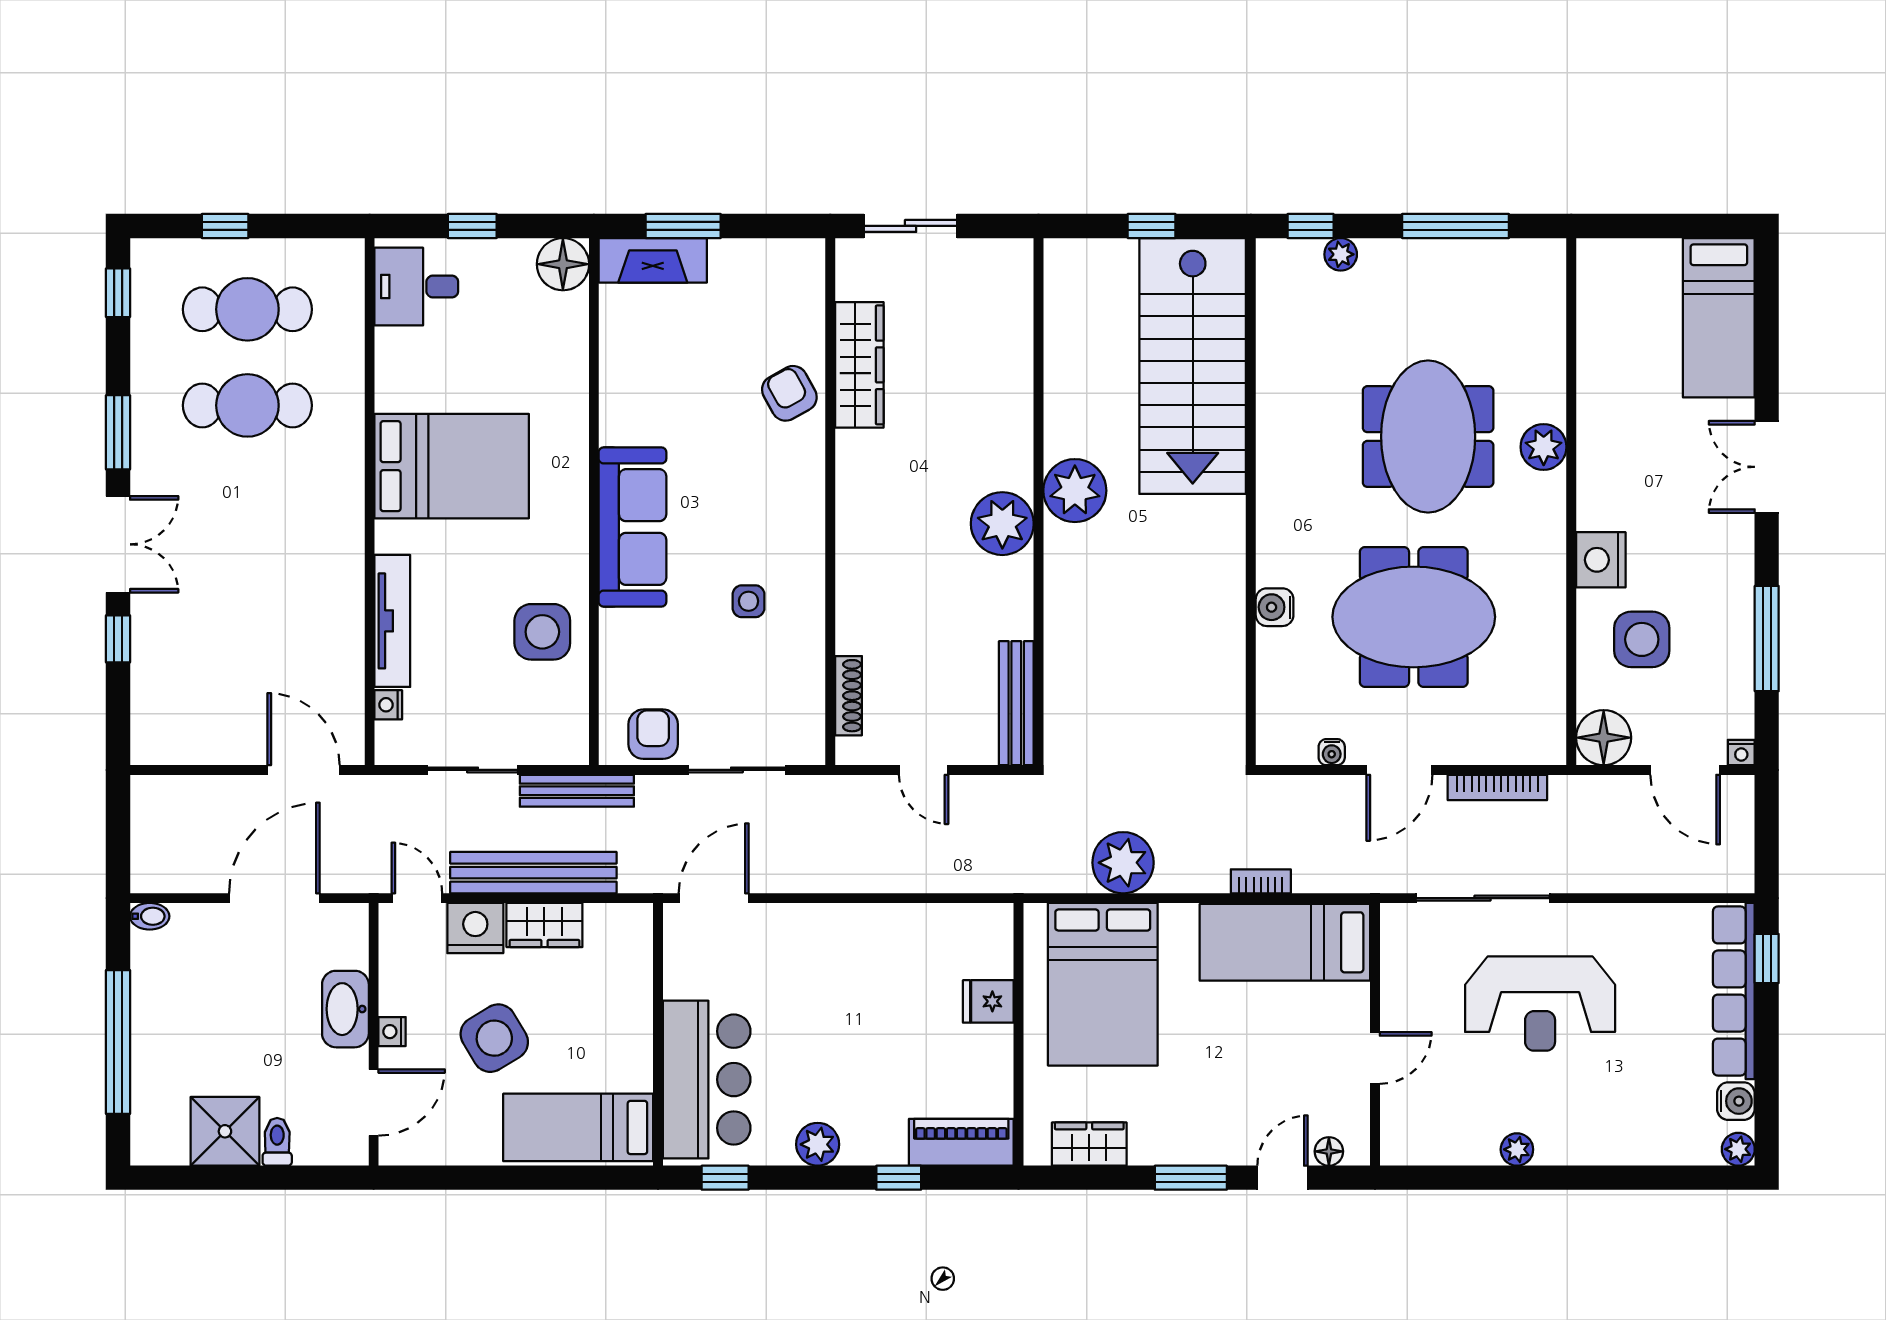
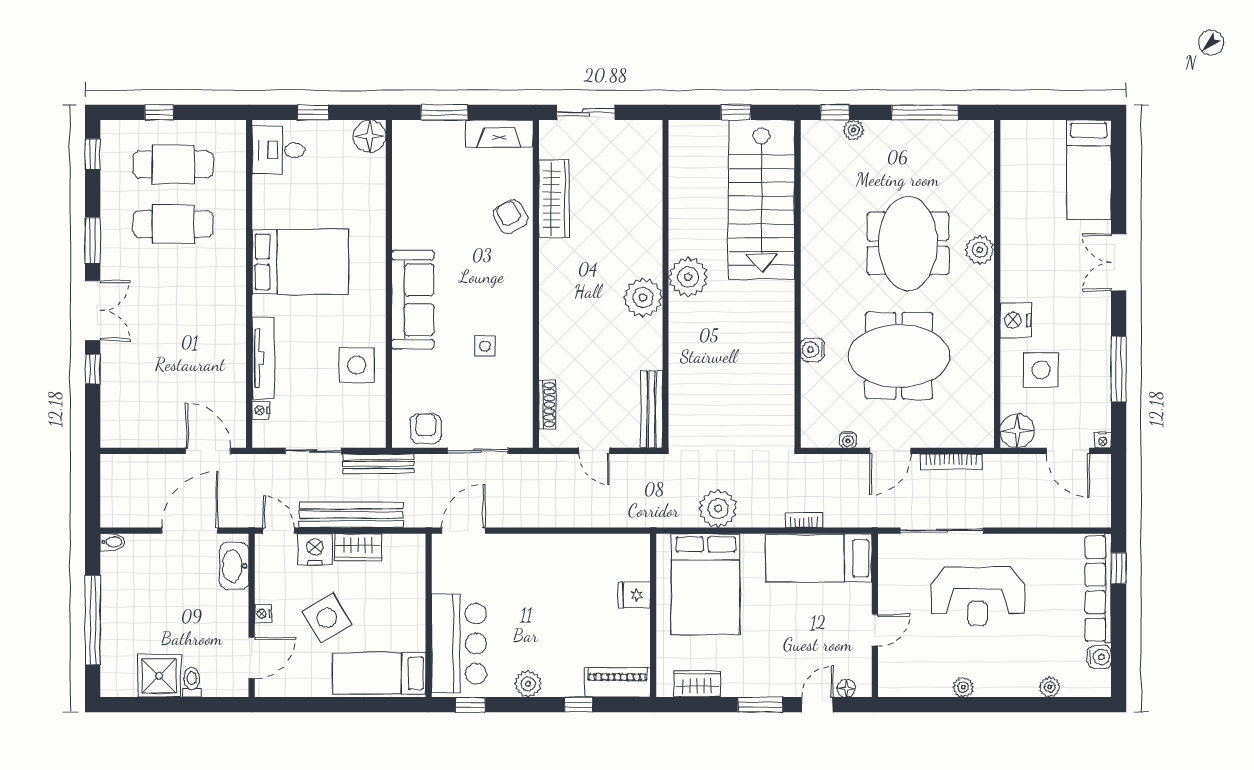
fireplace: (653, 260) -> (499, 134), moved
washbasin: (345, 1009) -> (234, 566), moved
plant: (1738, 1149) -> (1050, 687), moved

